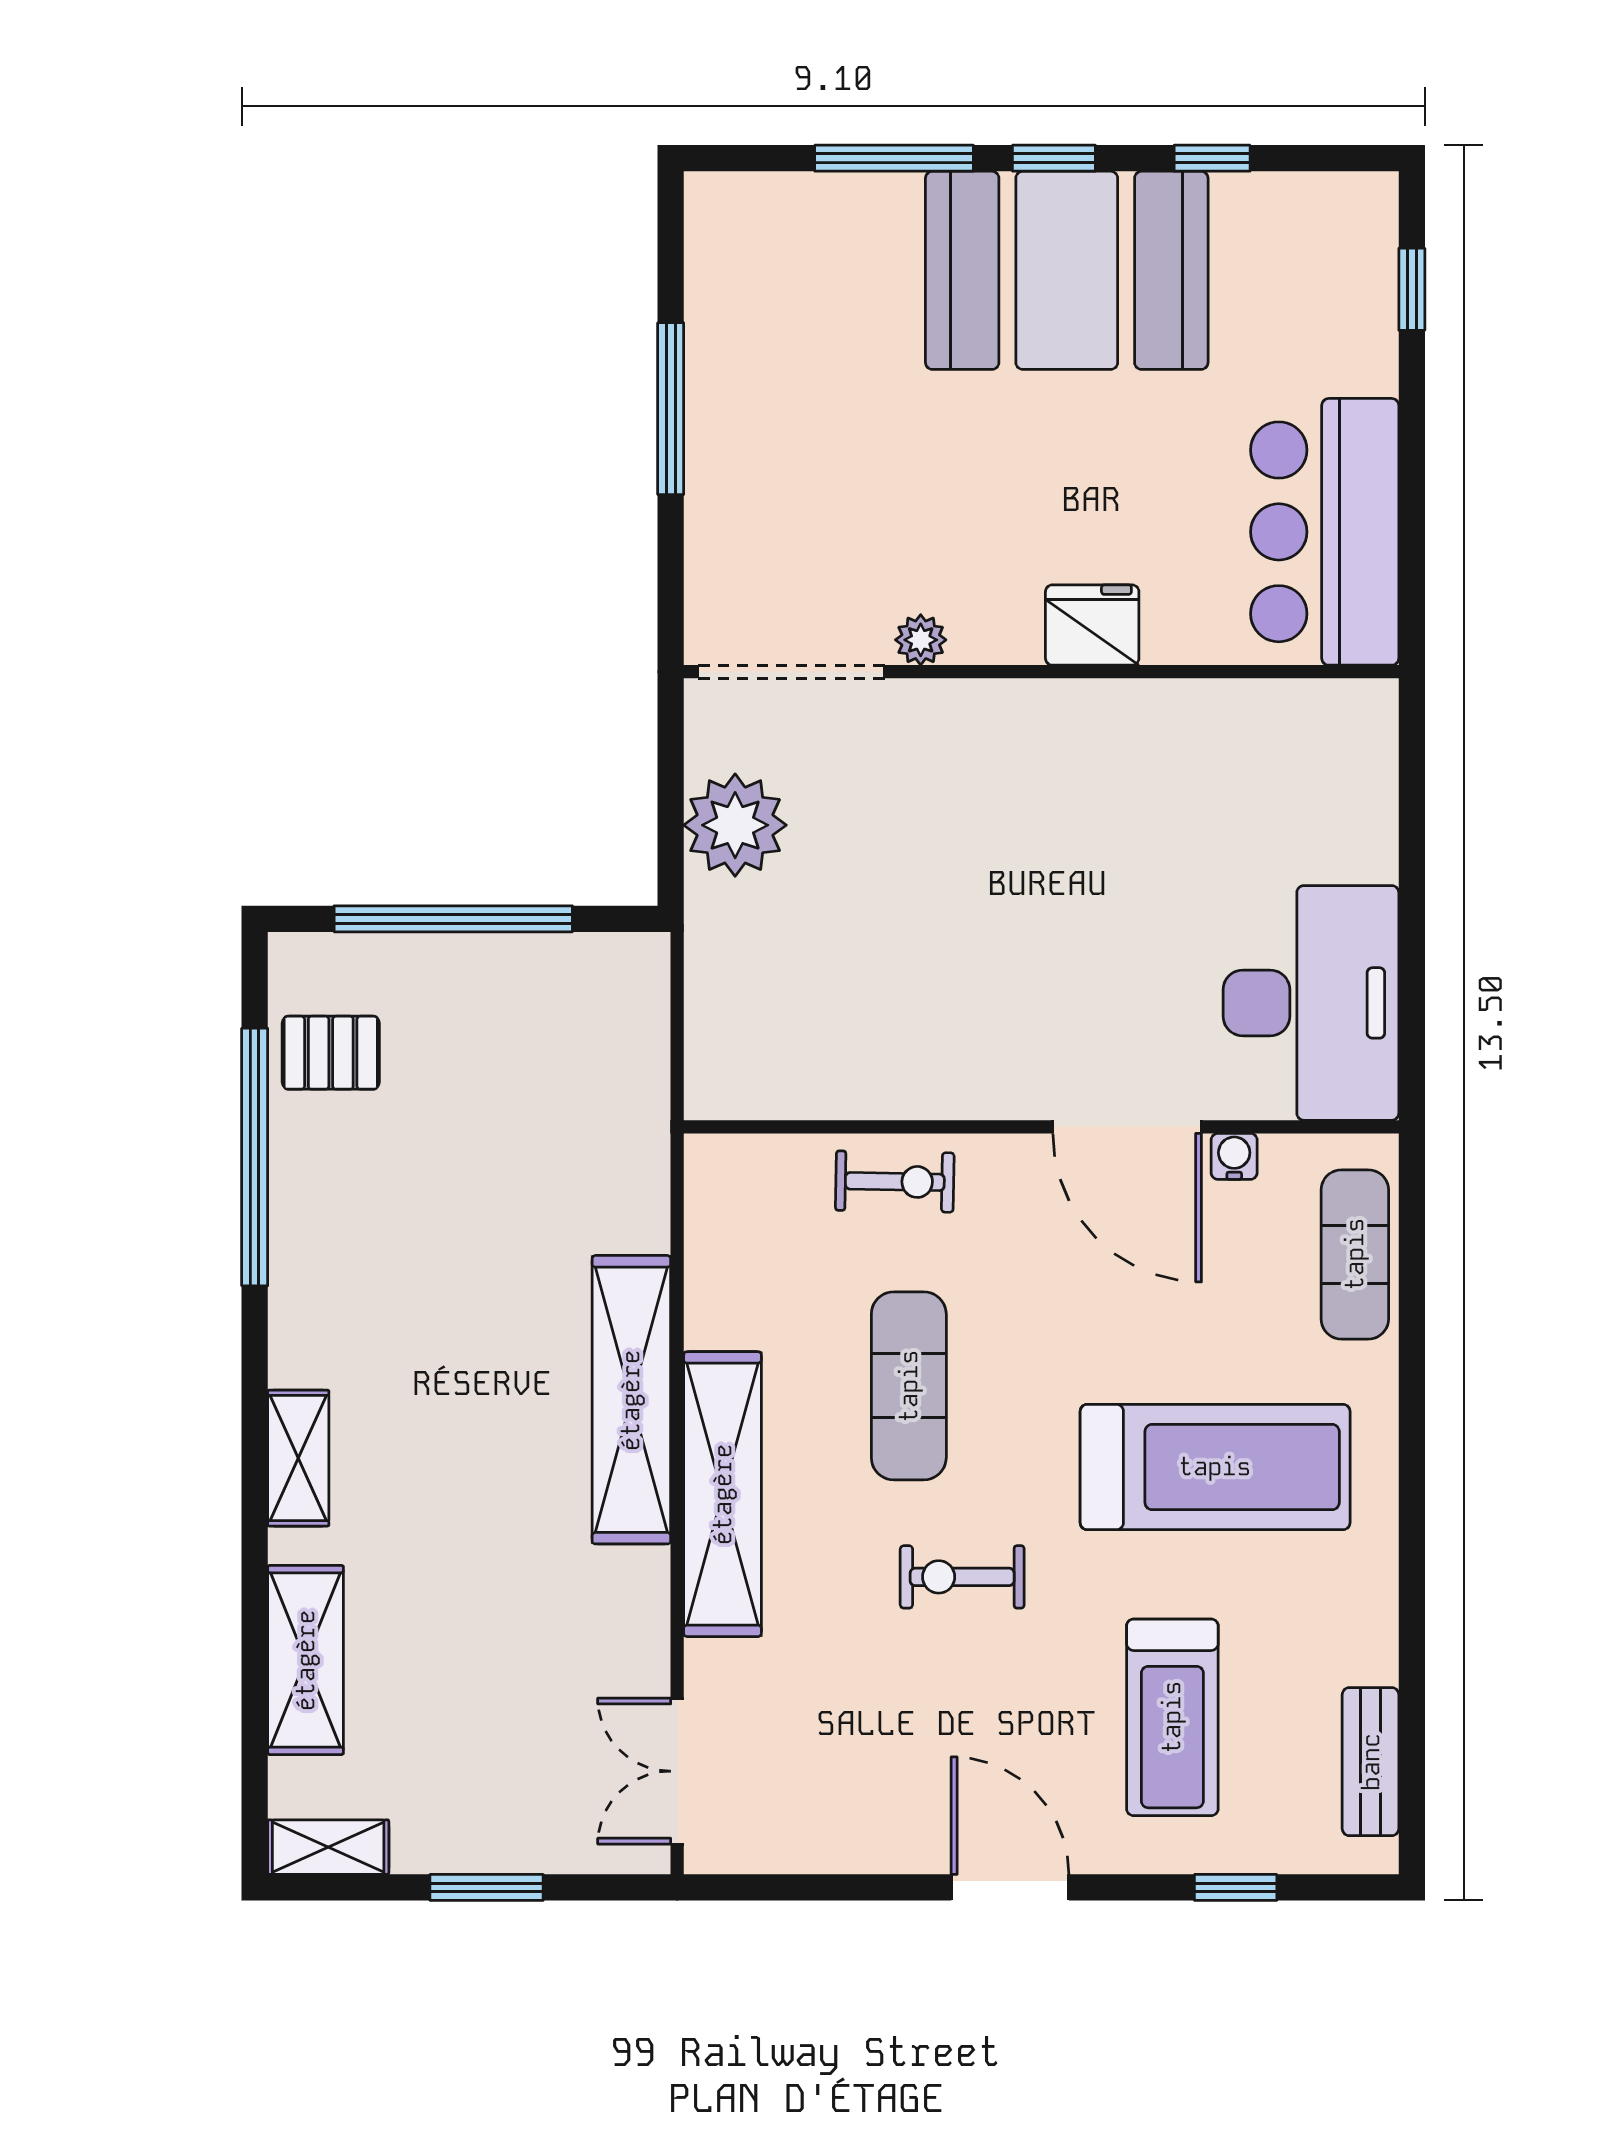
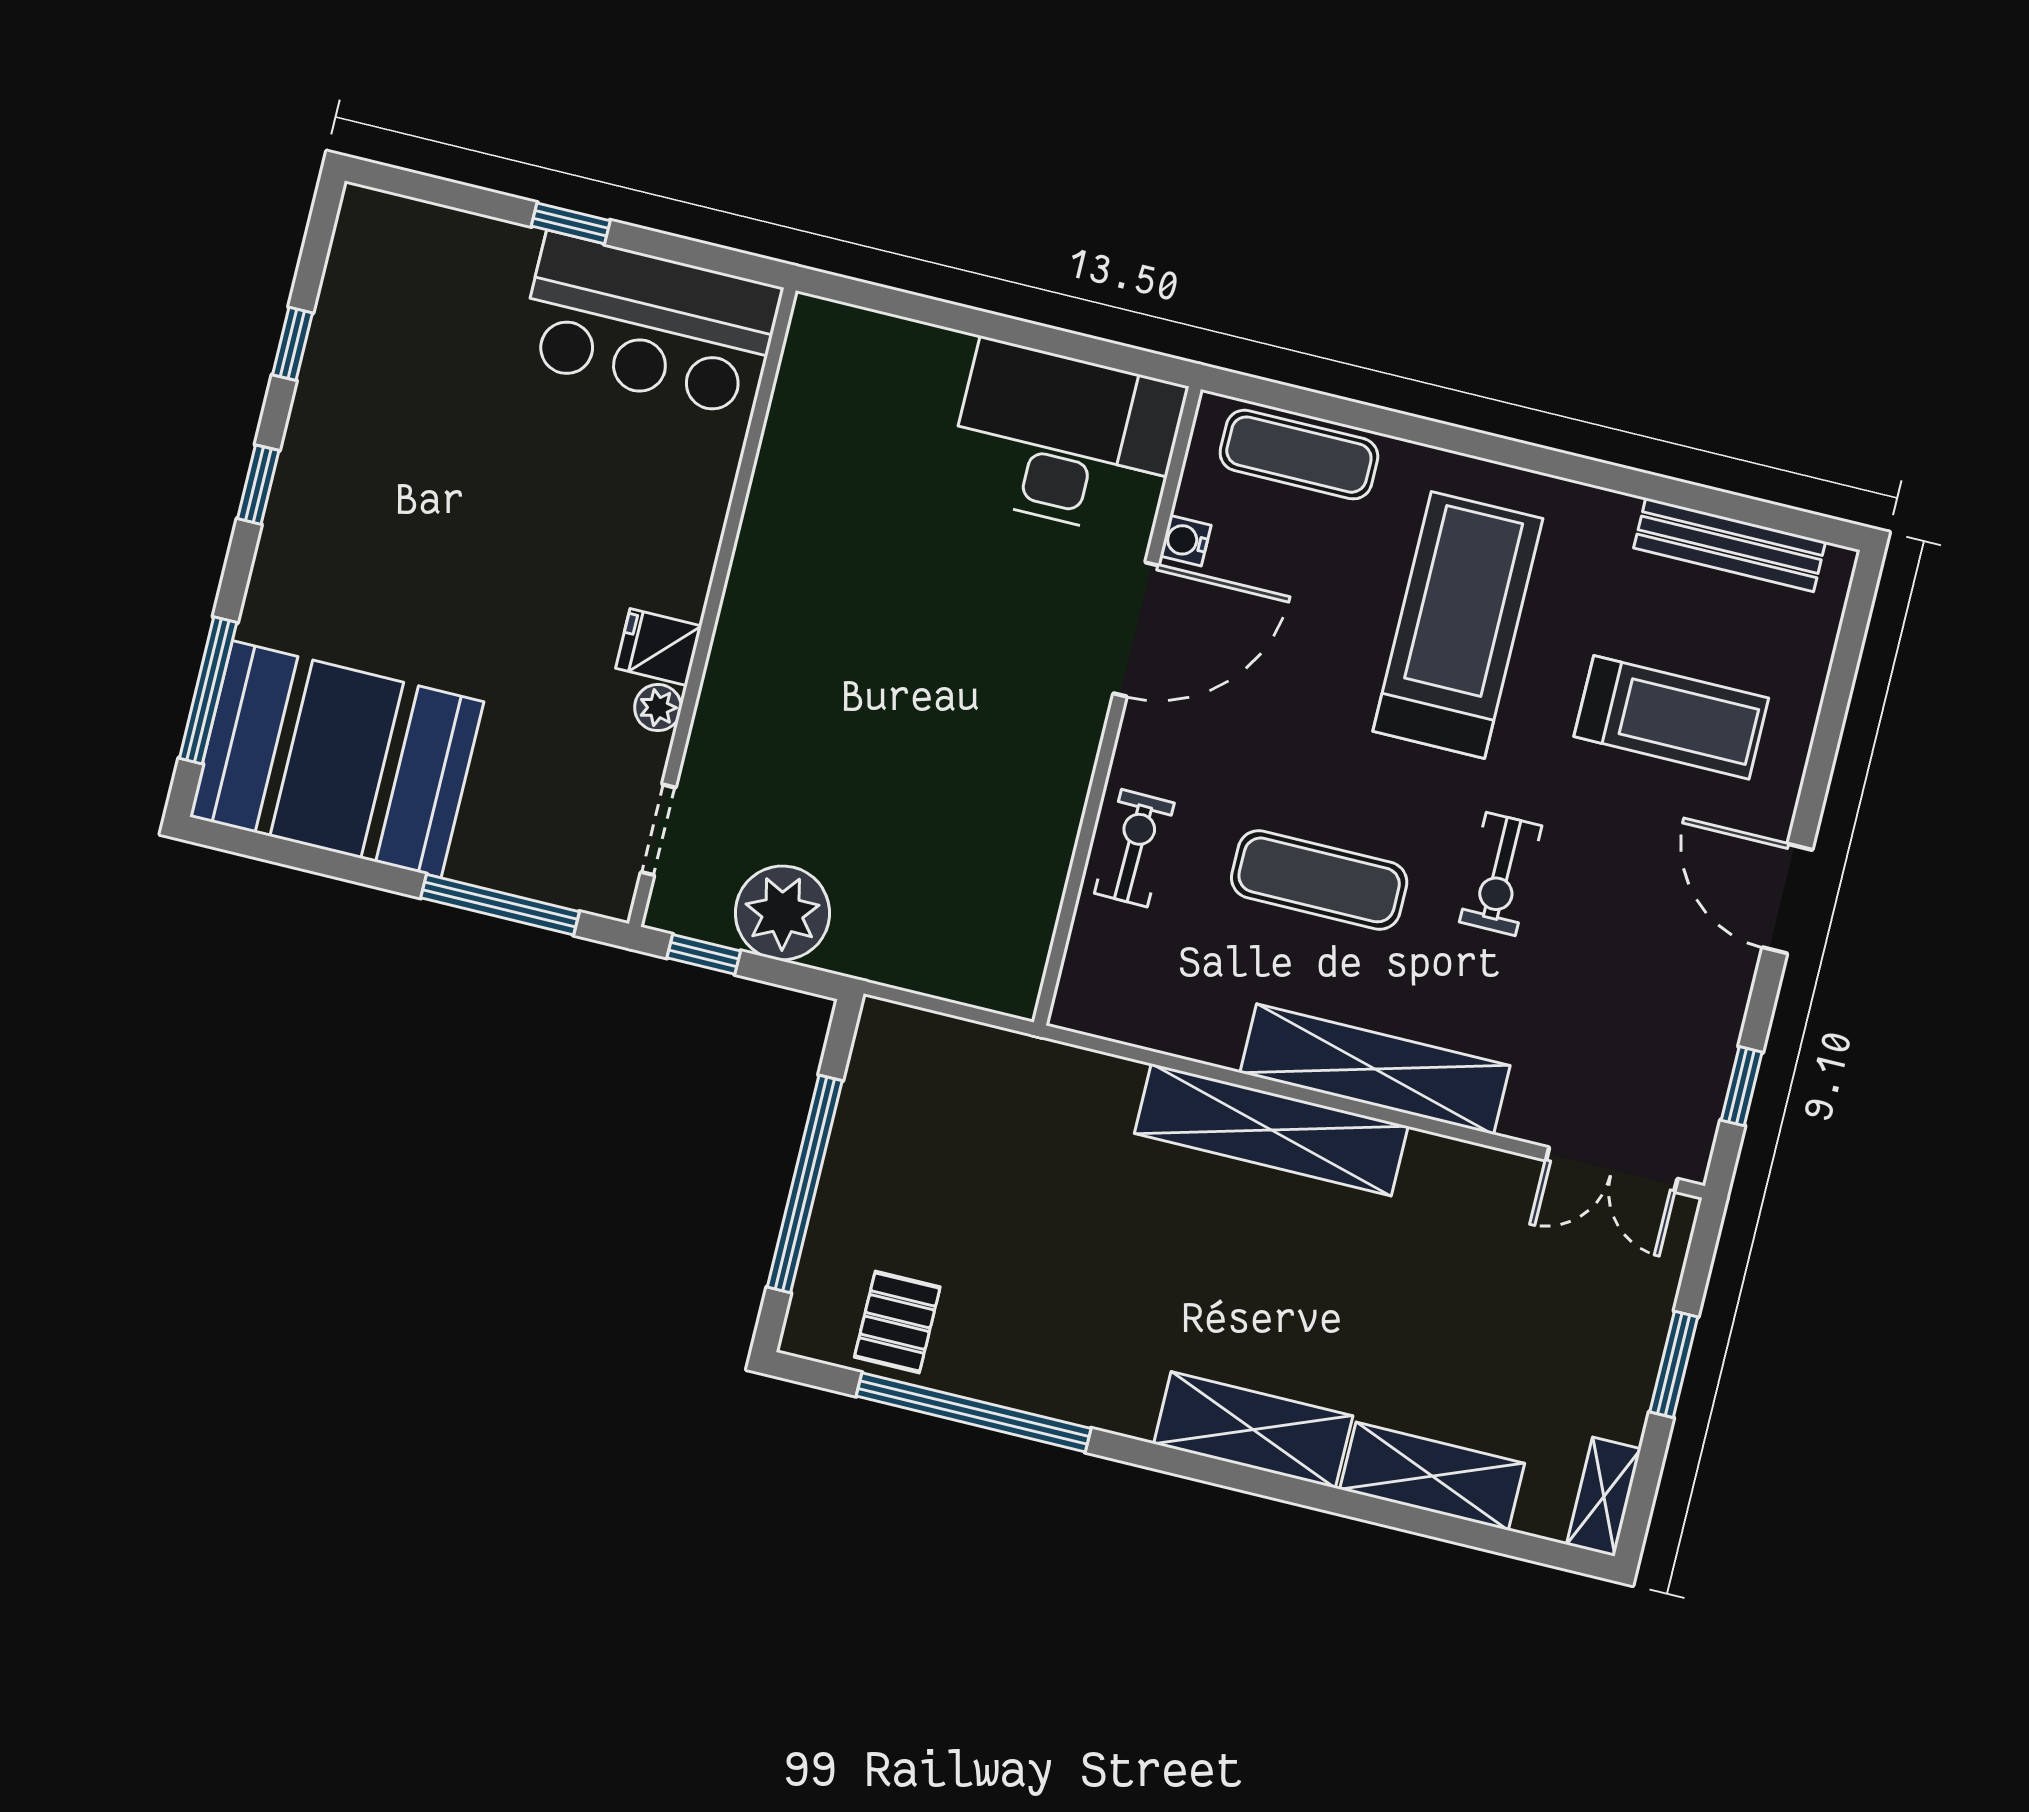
window: (894, 158) -> (208, 690), moved
booth: (1067, 270) -> (337, 759), moved, turned 90
window: (1412, 289) -> (571, 223), moved
window: (671, 409) -> (500, 905), moved
fridge: (1092, 625) -> (659, 647), moved, width x0.72
doorway: (791, 672) -> (658, 830), width x0.53
window: (671, 752) -> (704, 954), added
shelving: (298, 1458) -> (1253, 1430), width x1.50, depth x1.33
bench: (1371, 1762) -> (1730, 545), width x1.36
door: (1010, 1887) -> (1787, 899), hinge flipped
window: (1236, 1887) -> (1742, 1086), moved

